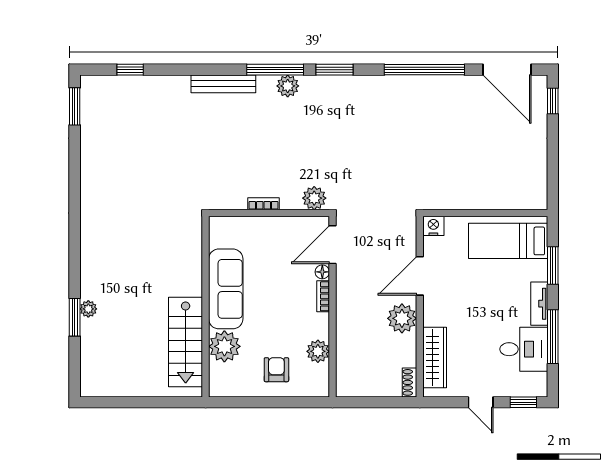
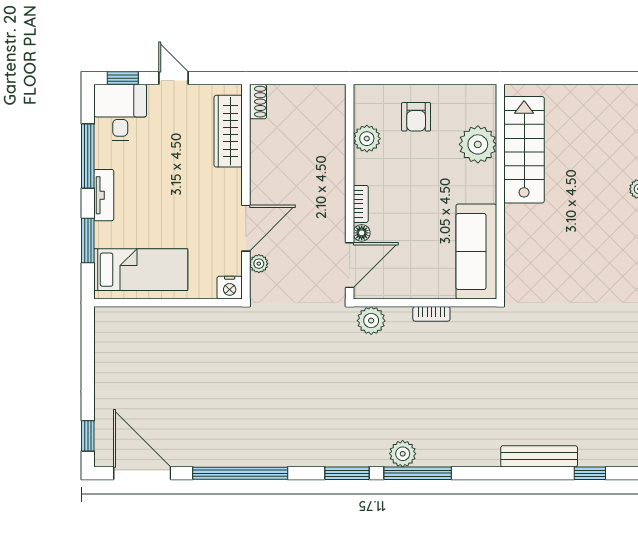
bench: (223, 84) -> (539, 456), moved
sofa: (226, 289) -> (476, 252), moved
plant: (402, 318) -> (259, 264), moved, width x0.53, depth x0.53
desk: (524, 349) -> (120, 113), moved, turned 90

